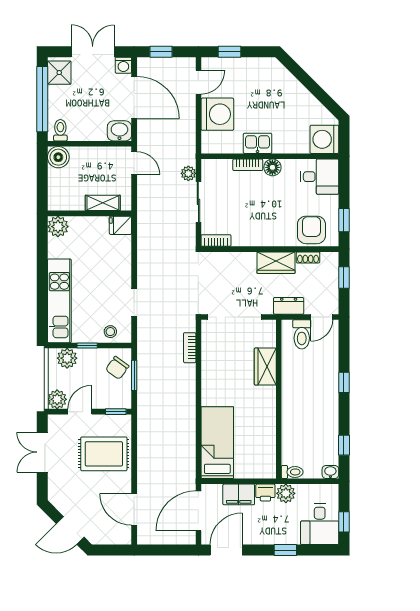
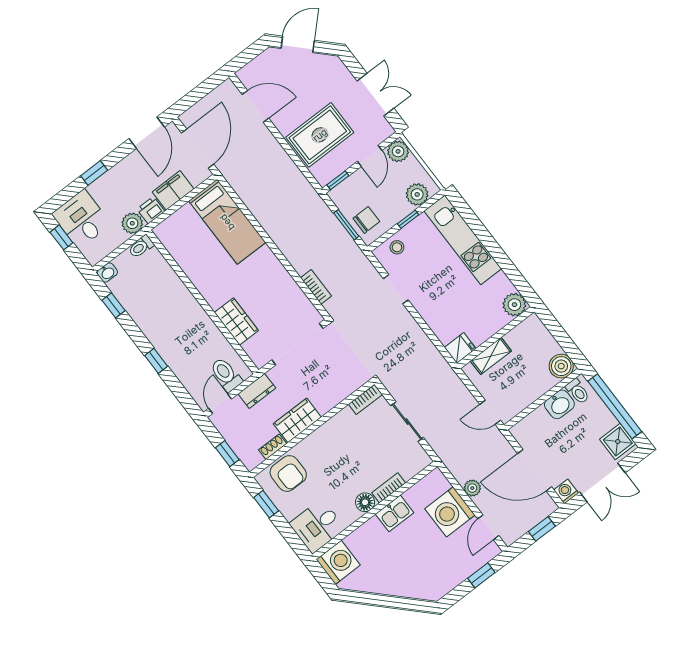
washbasin: (119, 131) -> (559, 404), moved
plant: (188, 173) -> (472, 488), moved
chair: (117, 368) -> (366, 220), turned 54

